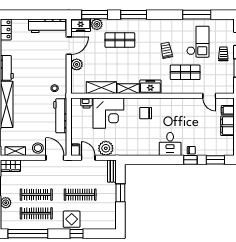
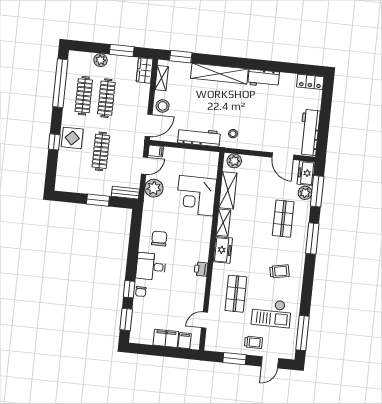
window: (197, 15) -> (302, 333), moved
trolley: (166, 50) -> (279, 271), moved
plant: (77, 64) -> (234, 161), moved
printer: (87, 103) -> (201, 269), moved
chair: (146, 113) -> (159, 238), moved

